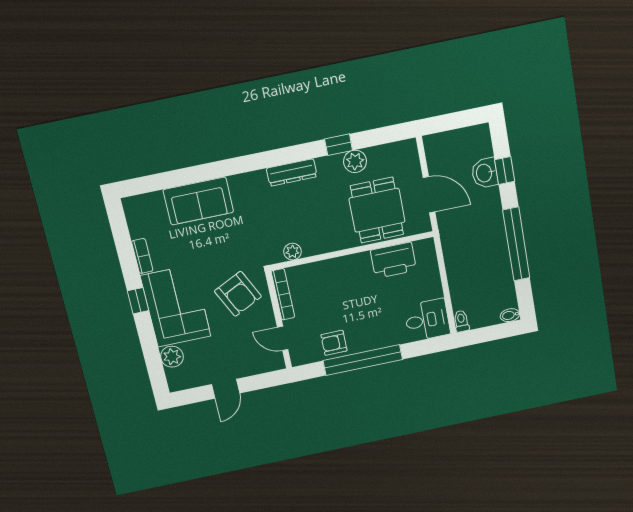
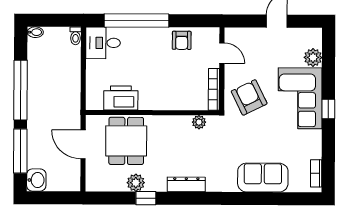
window: (505, 171) -> (20, 151), width x2.17
washbasin: (485, 173) -> (36, 180), moved
bookcase: (142, 256) -> (316, 173), moved
armchair: (334, 343) -> (182, 40), turned 90
window: (363, 360) -> (137, 21), moved

